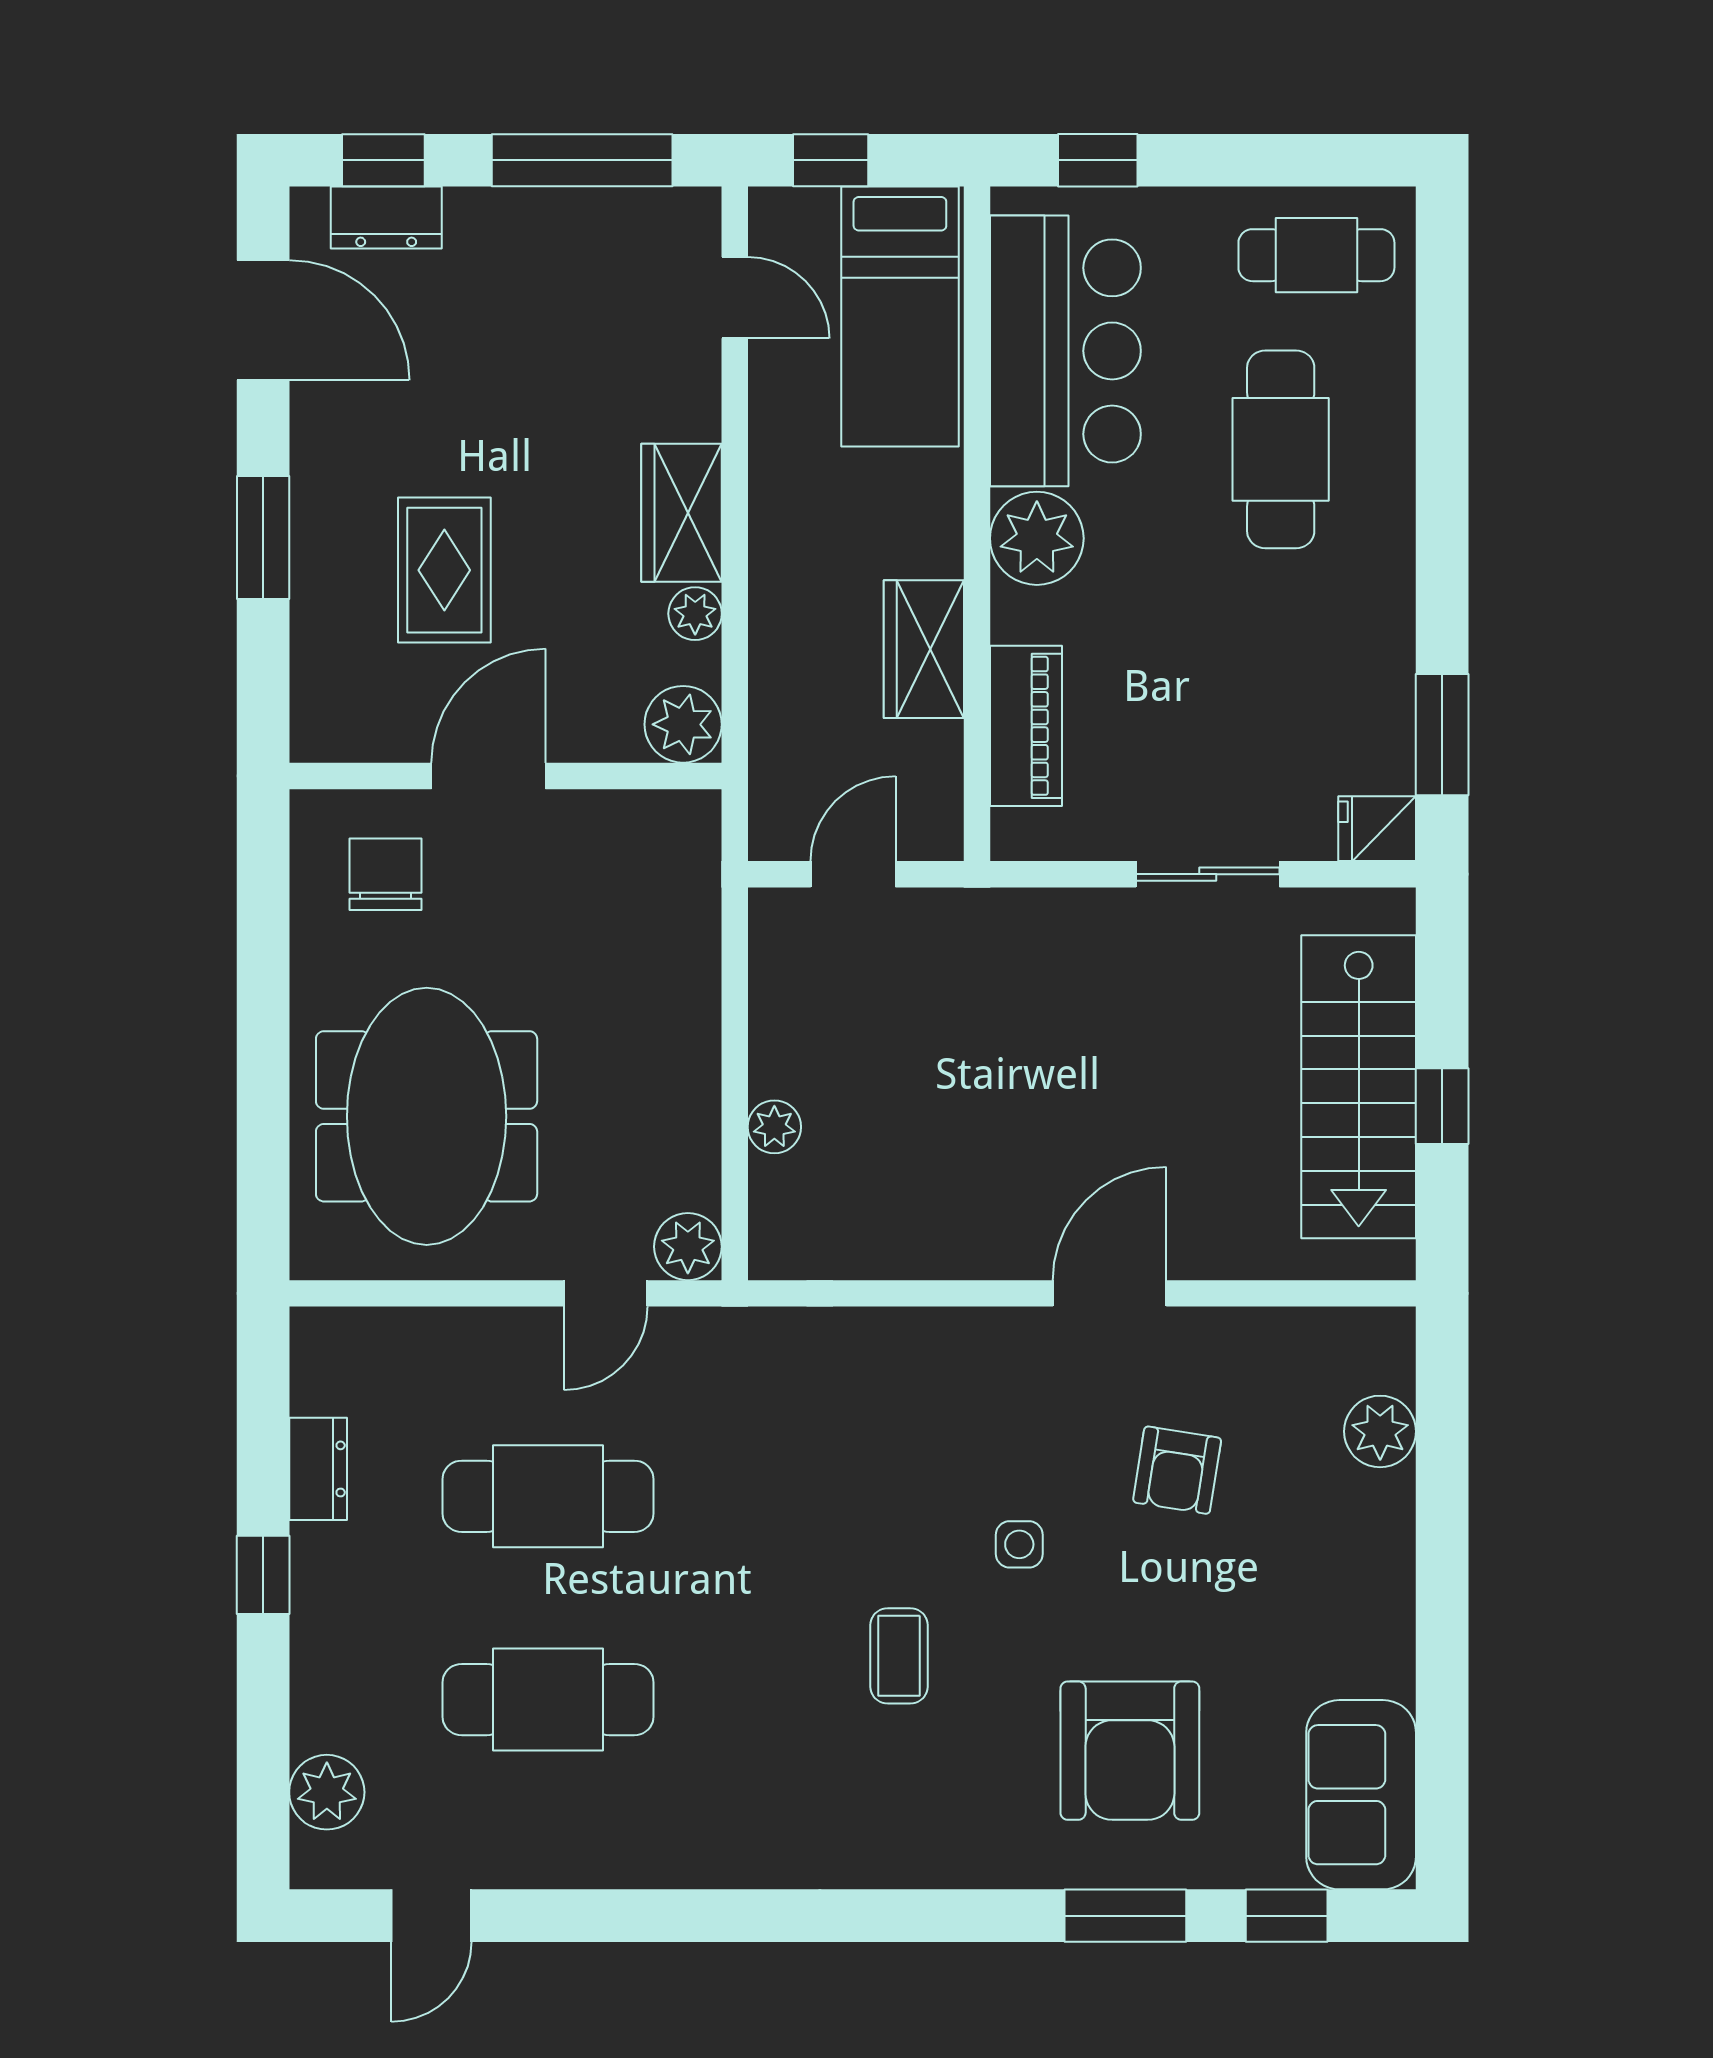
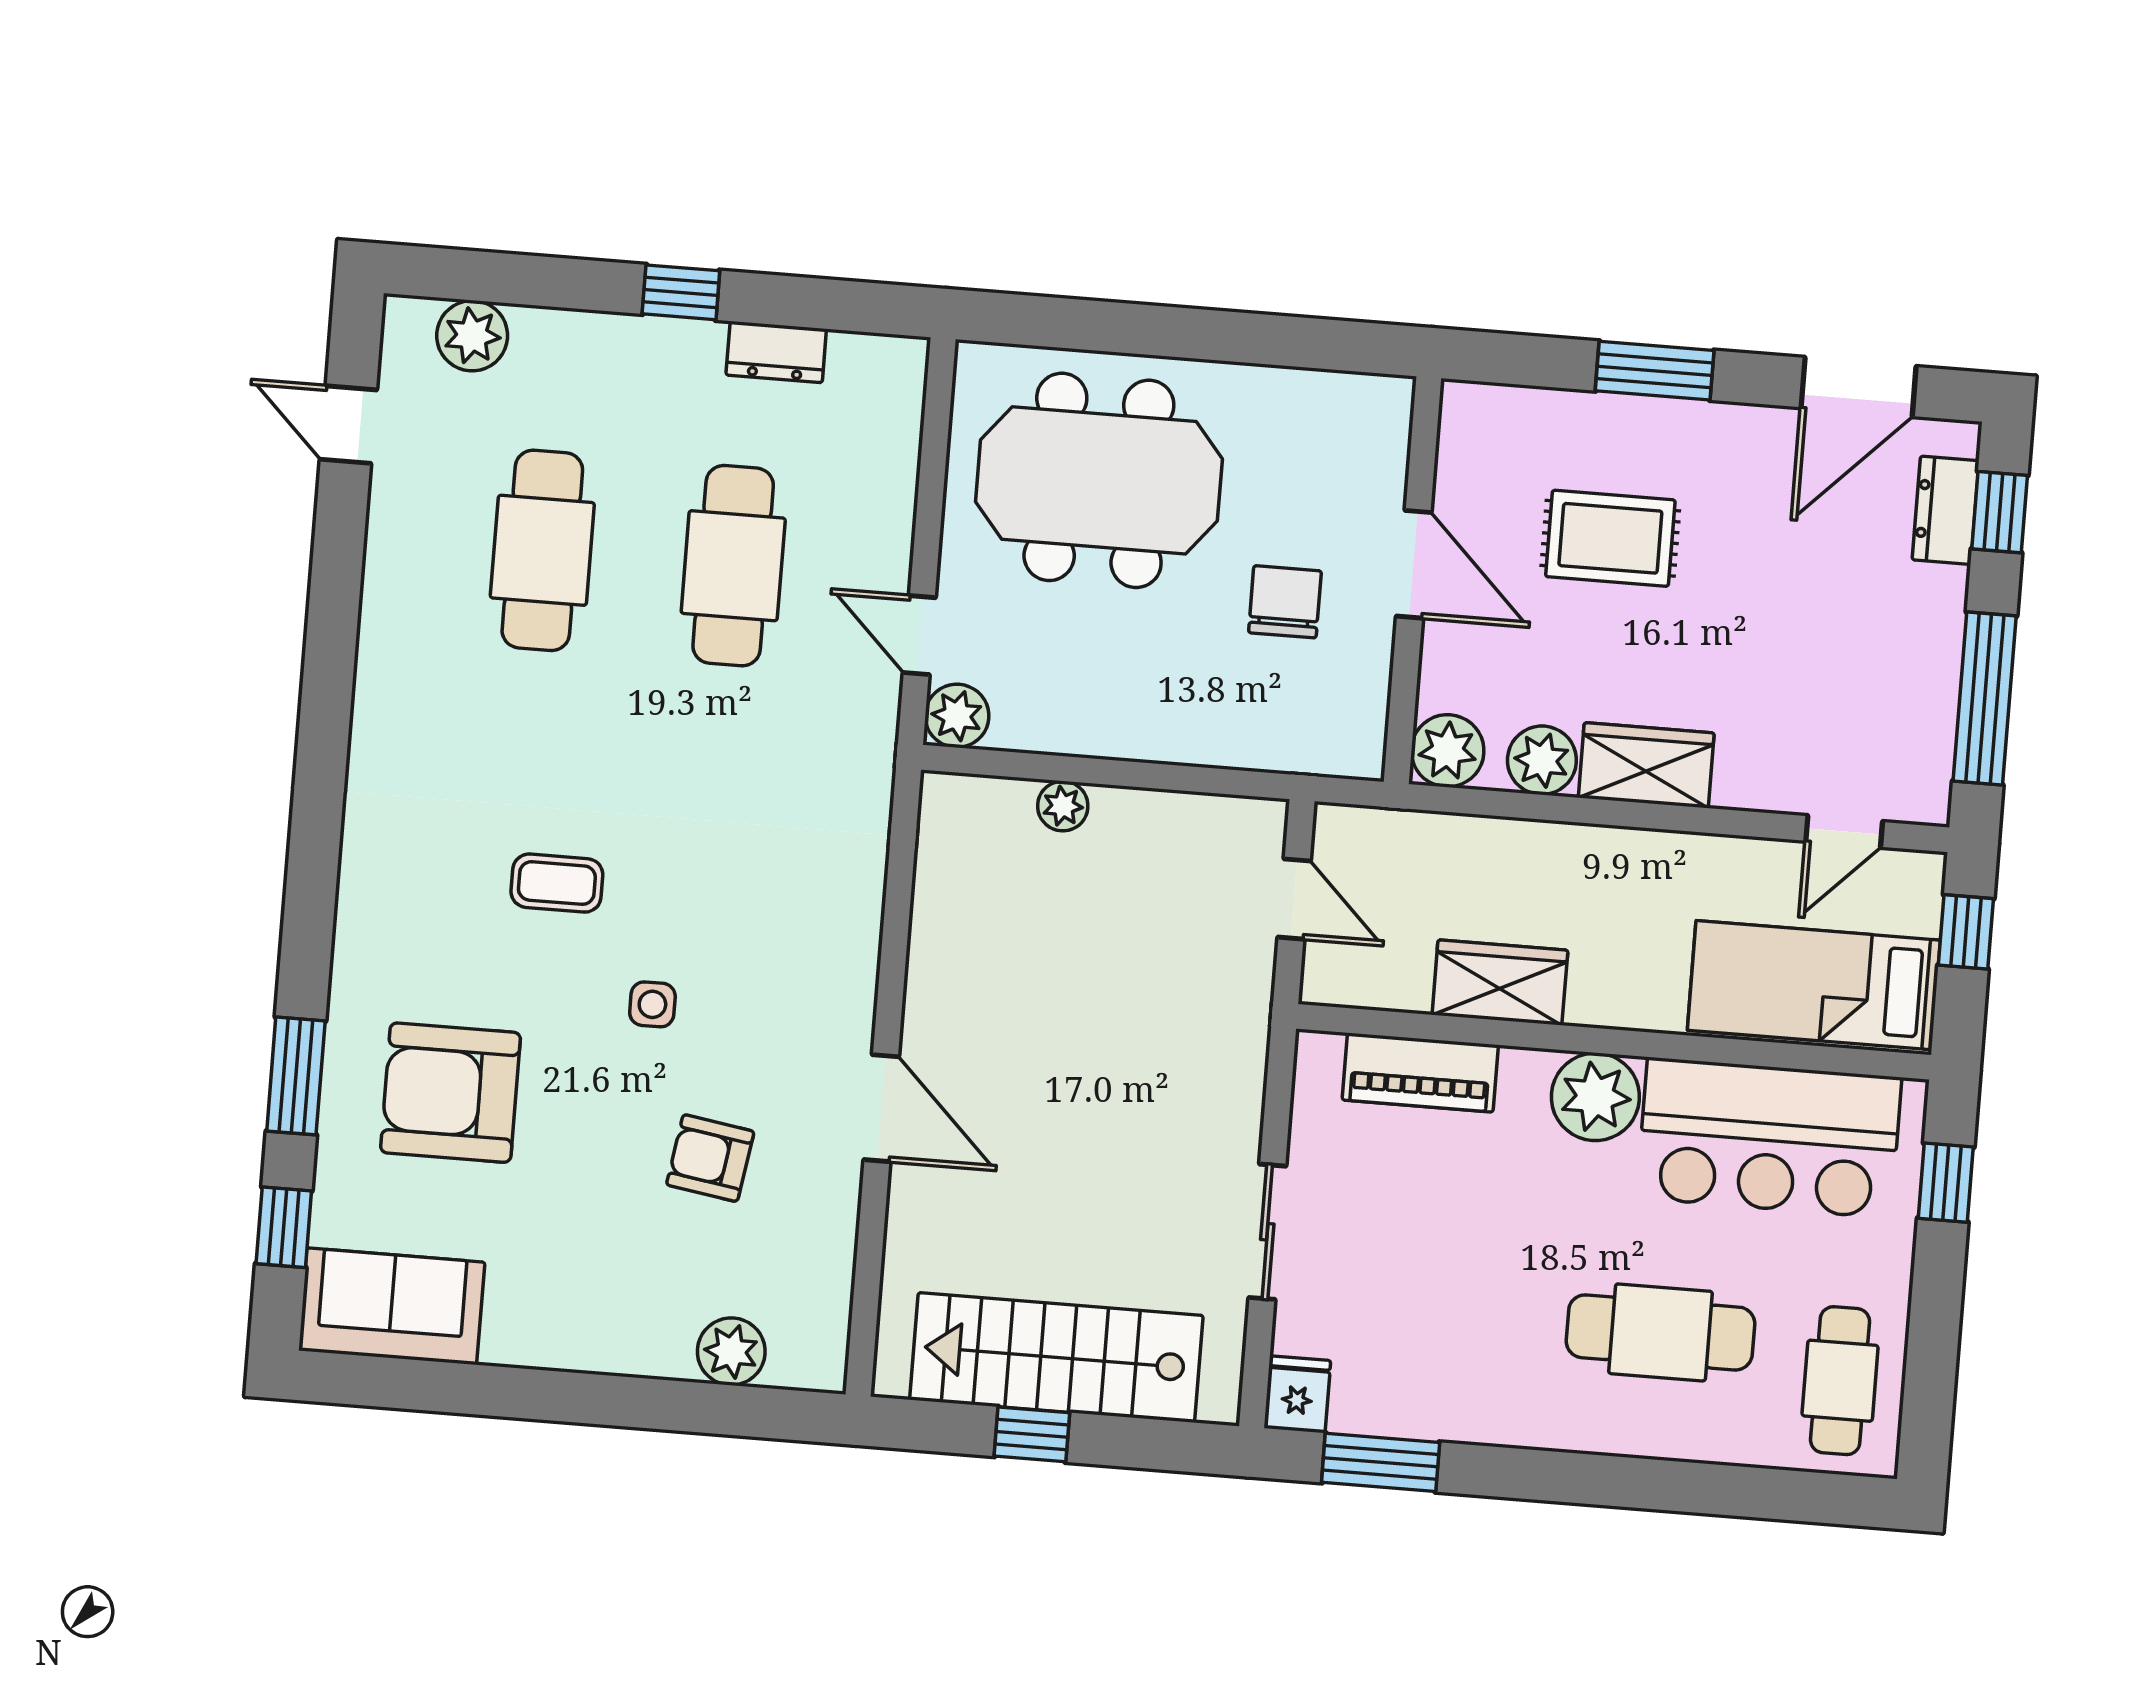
plant: (695, 614) -> (1542, 760), width x1.38, depth x1.38
chair: (385, 874) -> (1285, 602), moved, turned -90

